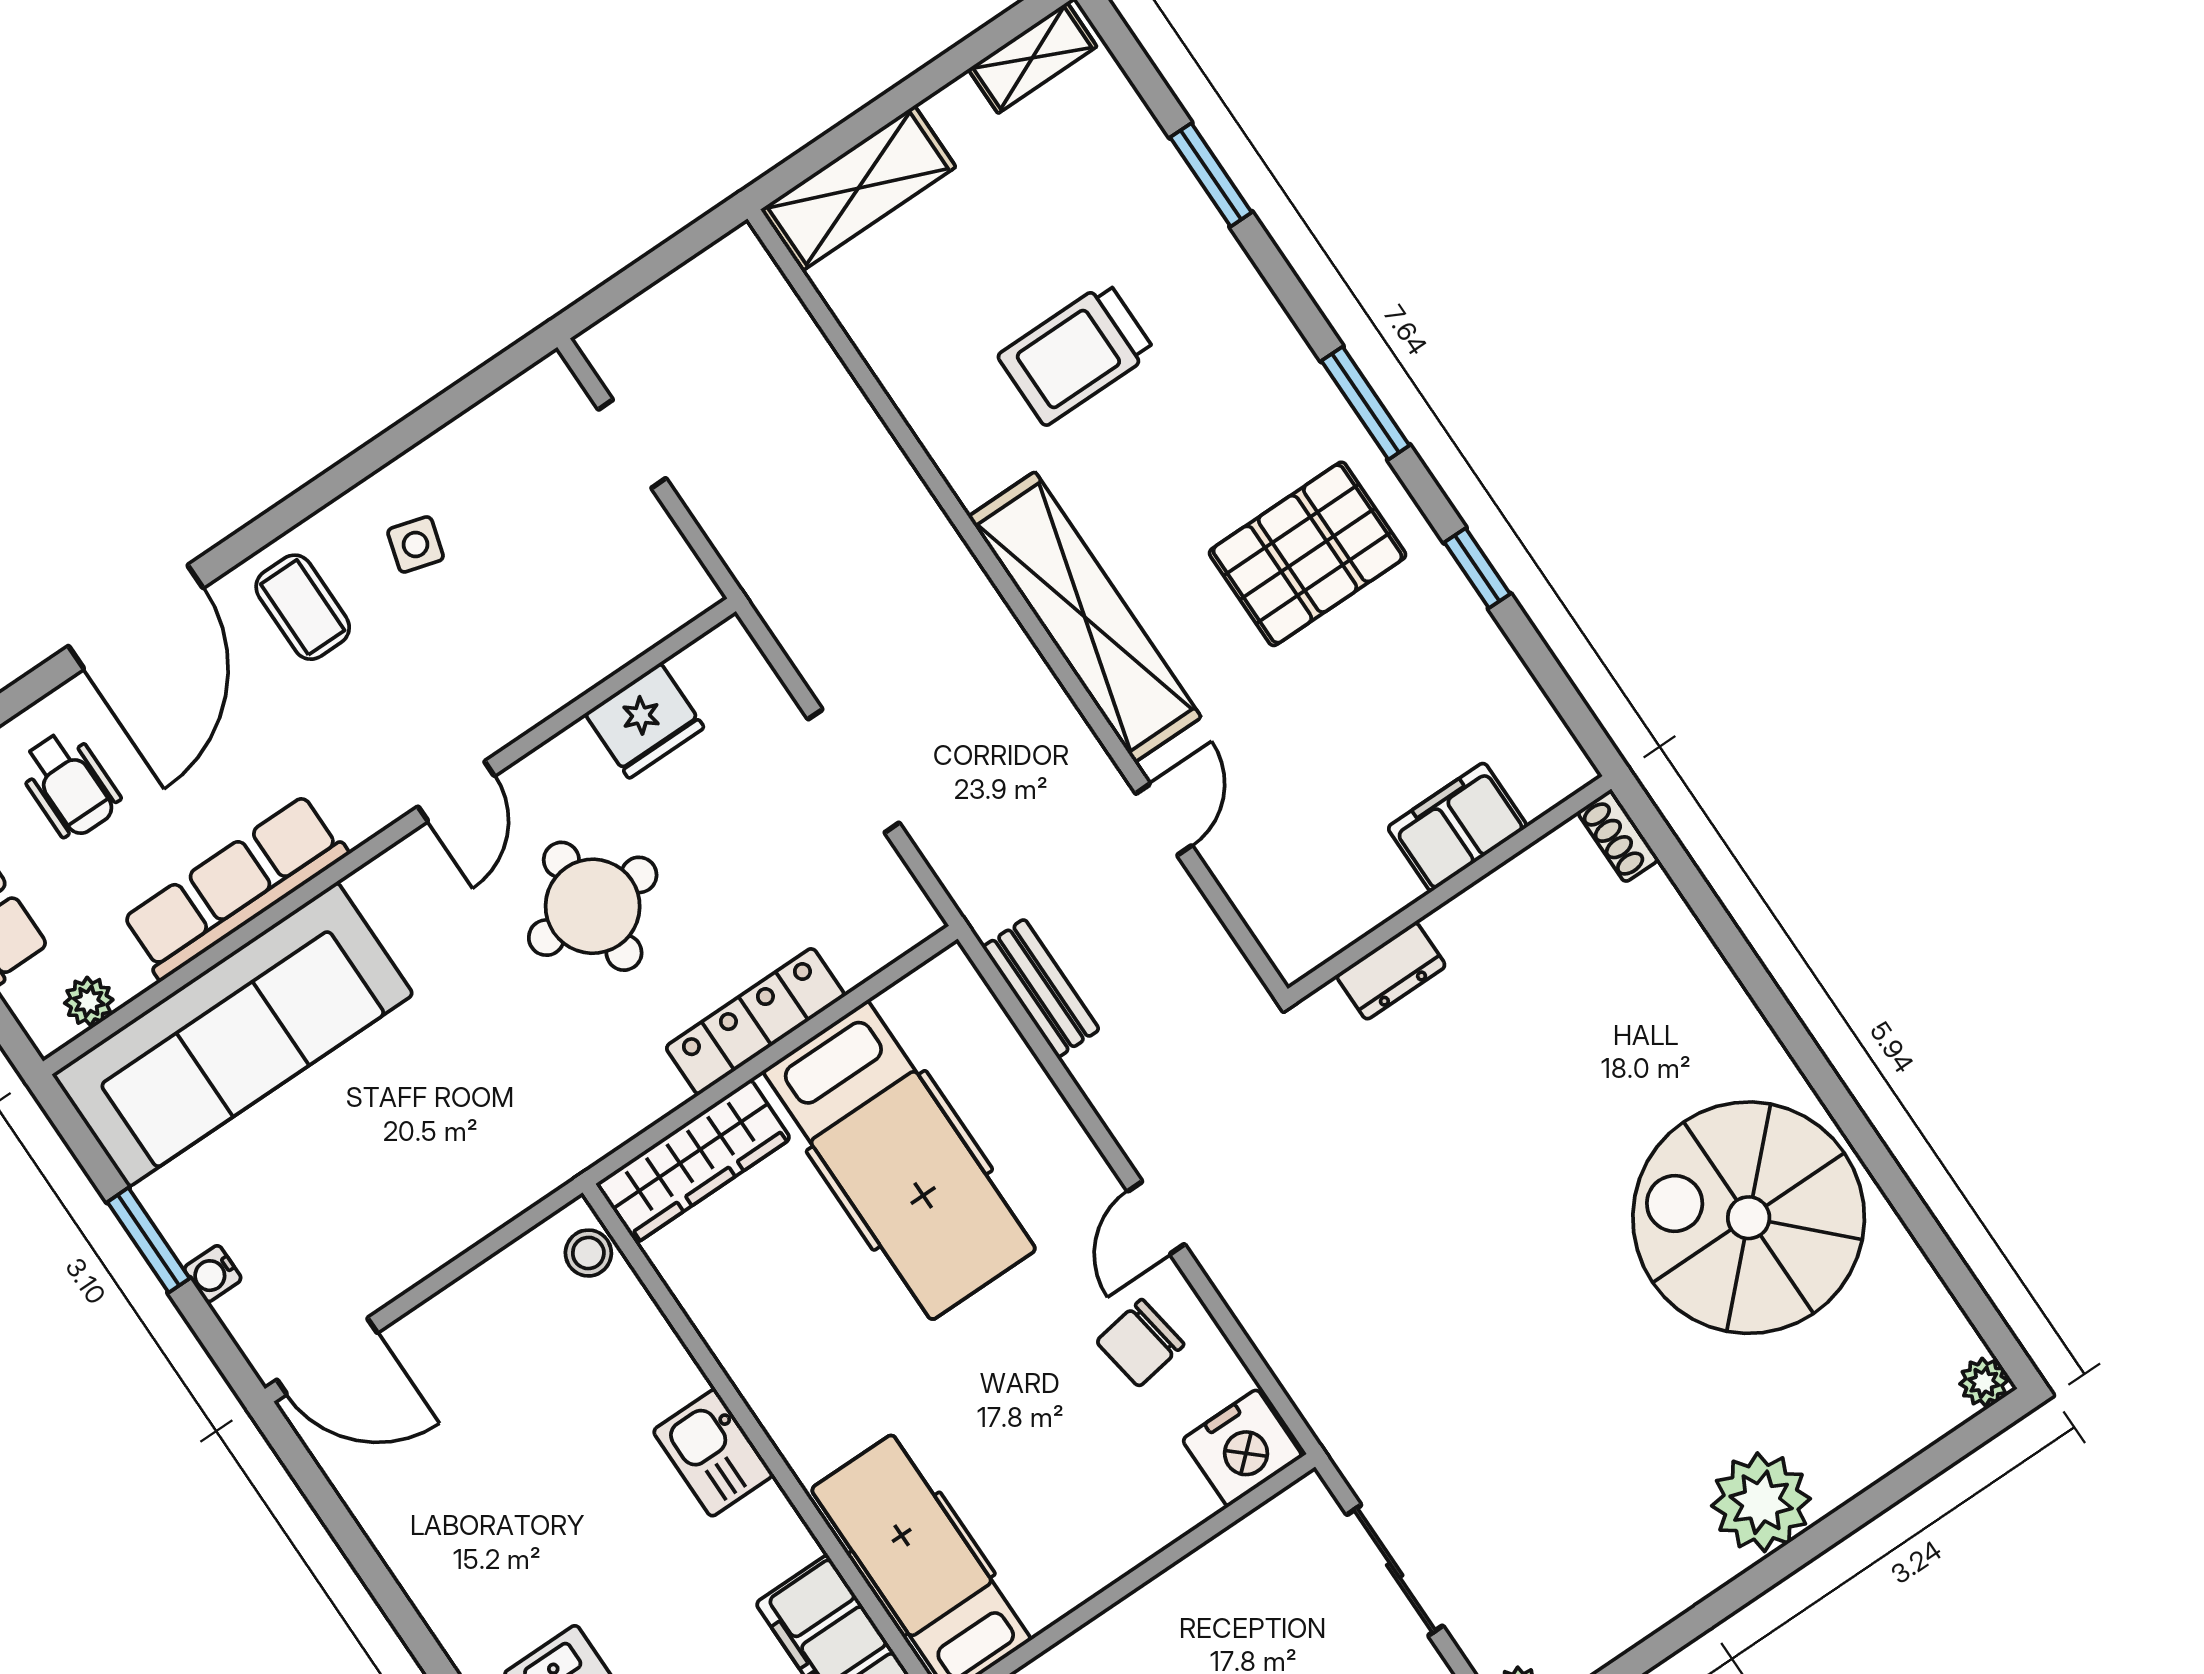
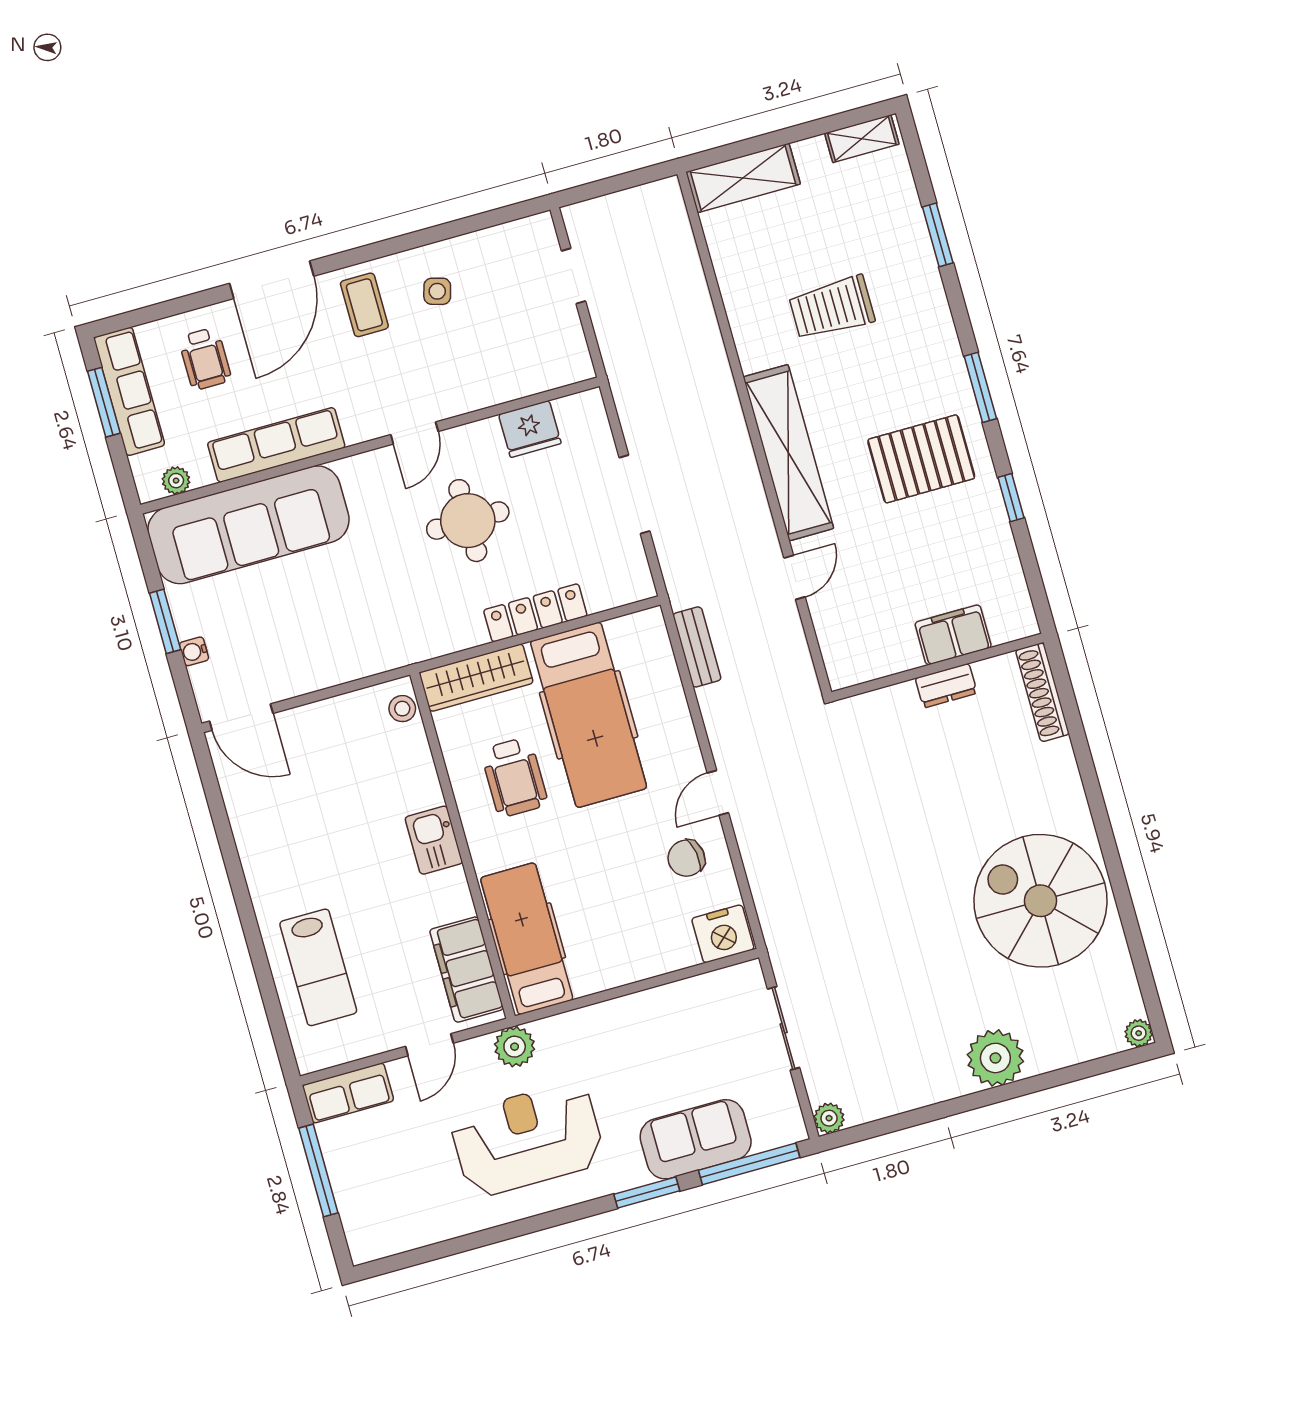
shoe rack: (1618, 836) -> (1042, 692), width x1.94, depth x1.24
dresser: (1391, 971) -> (946, 686), moved
wheelchair: (811, 1304) -> (514, 777), added

